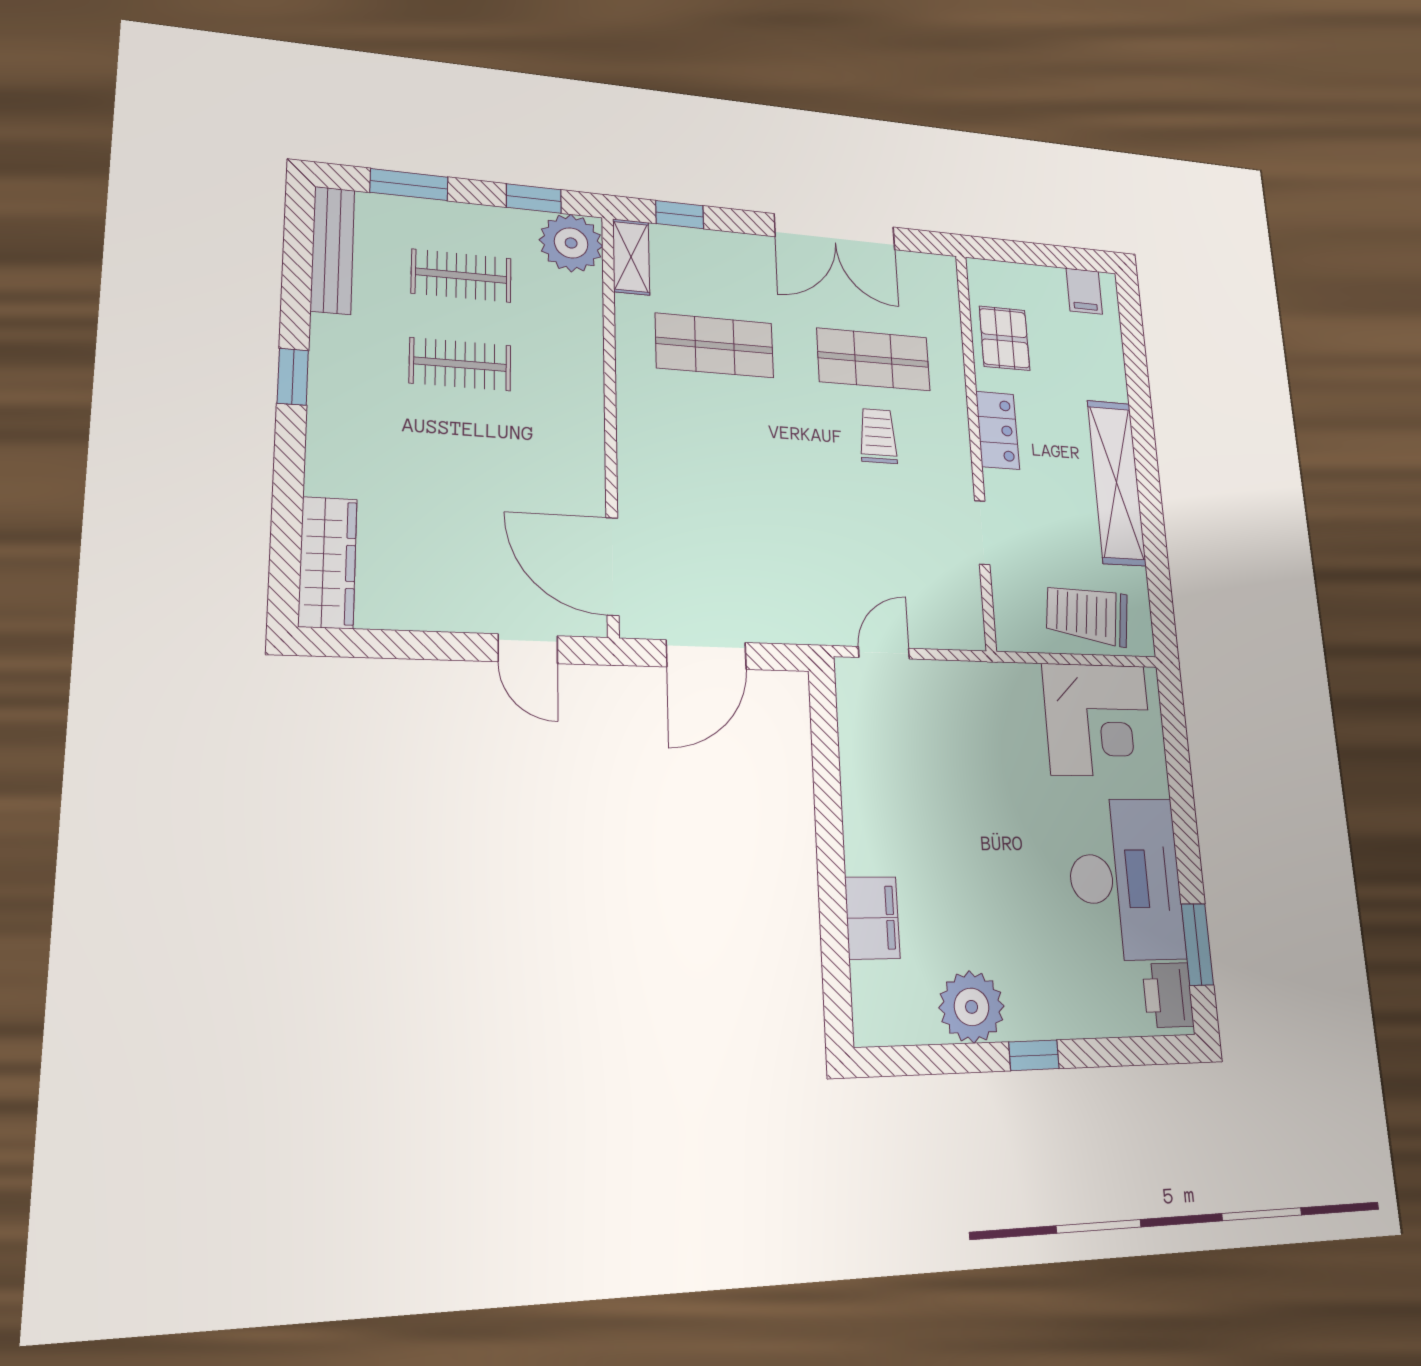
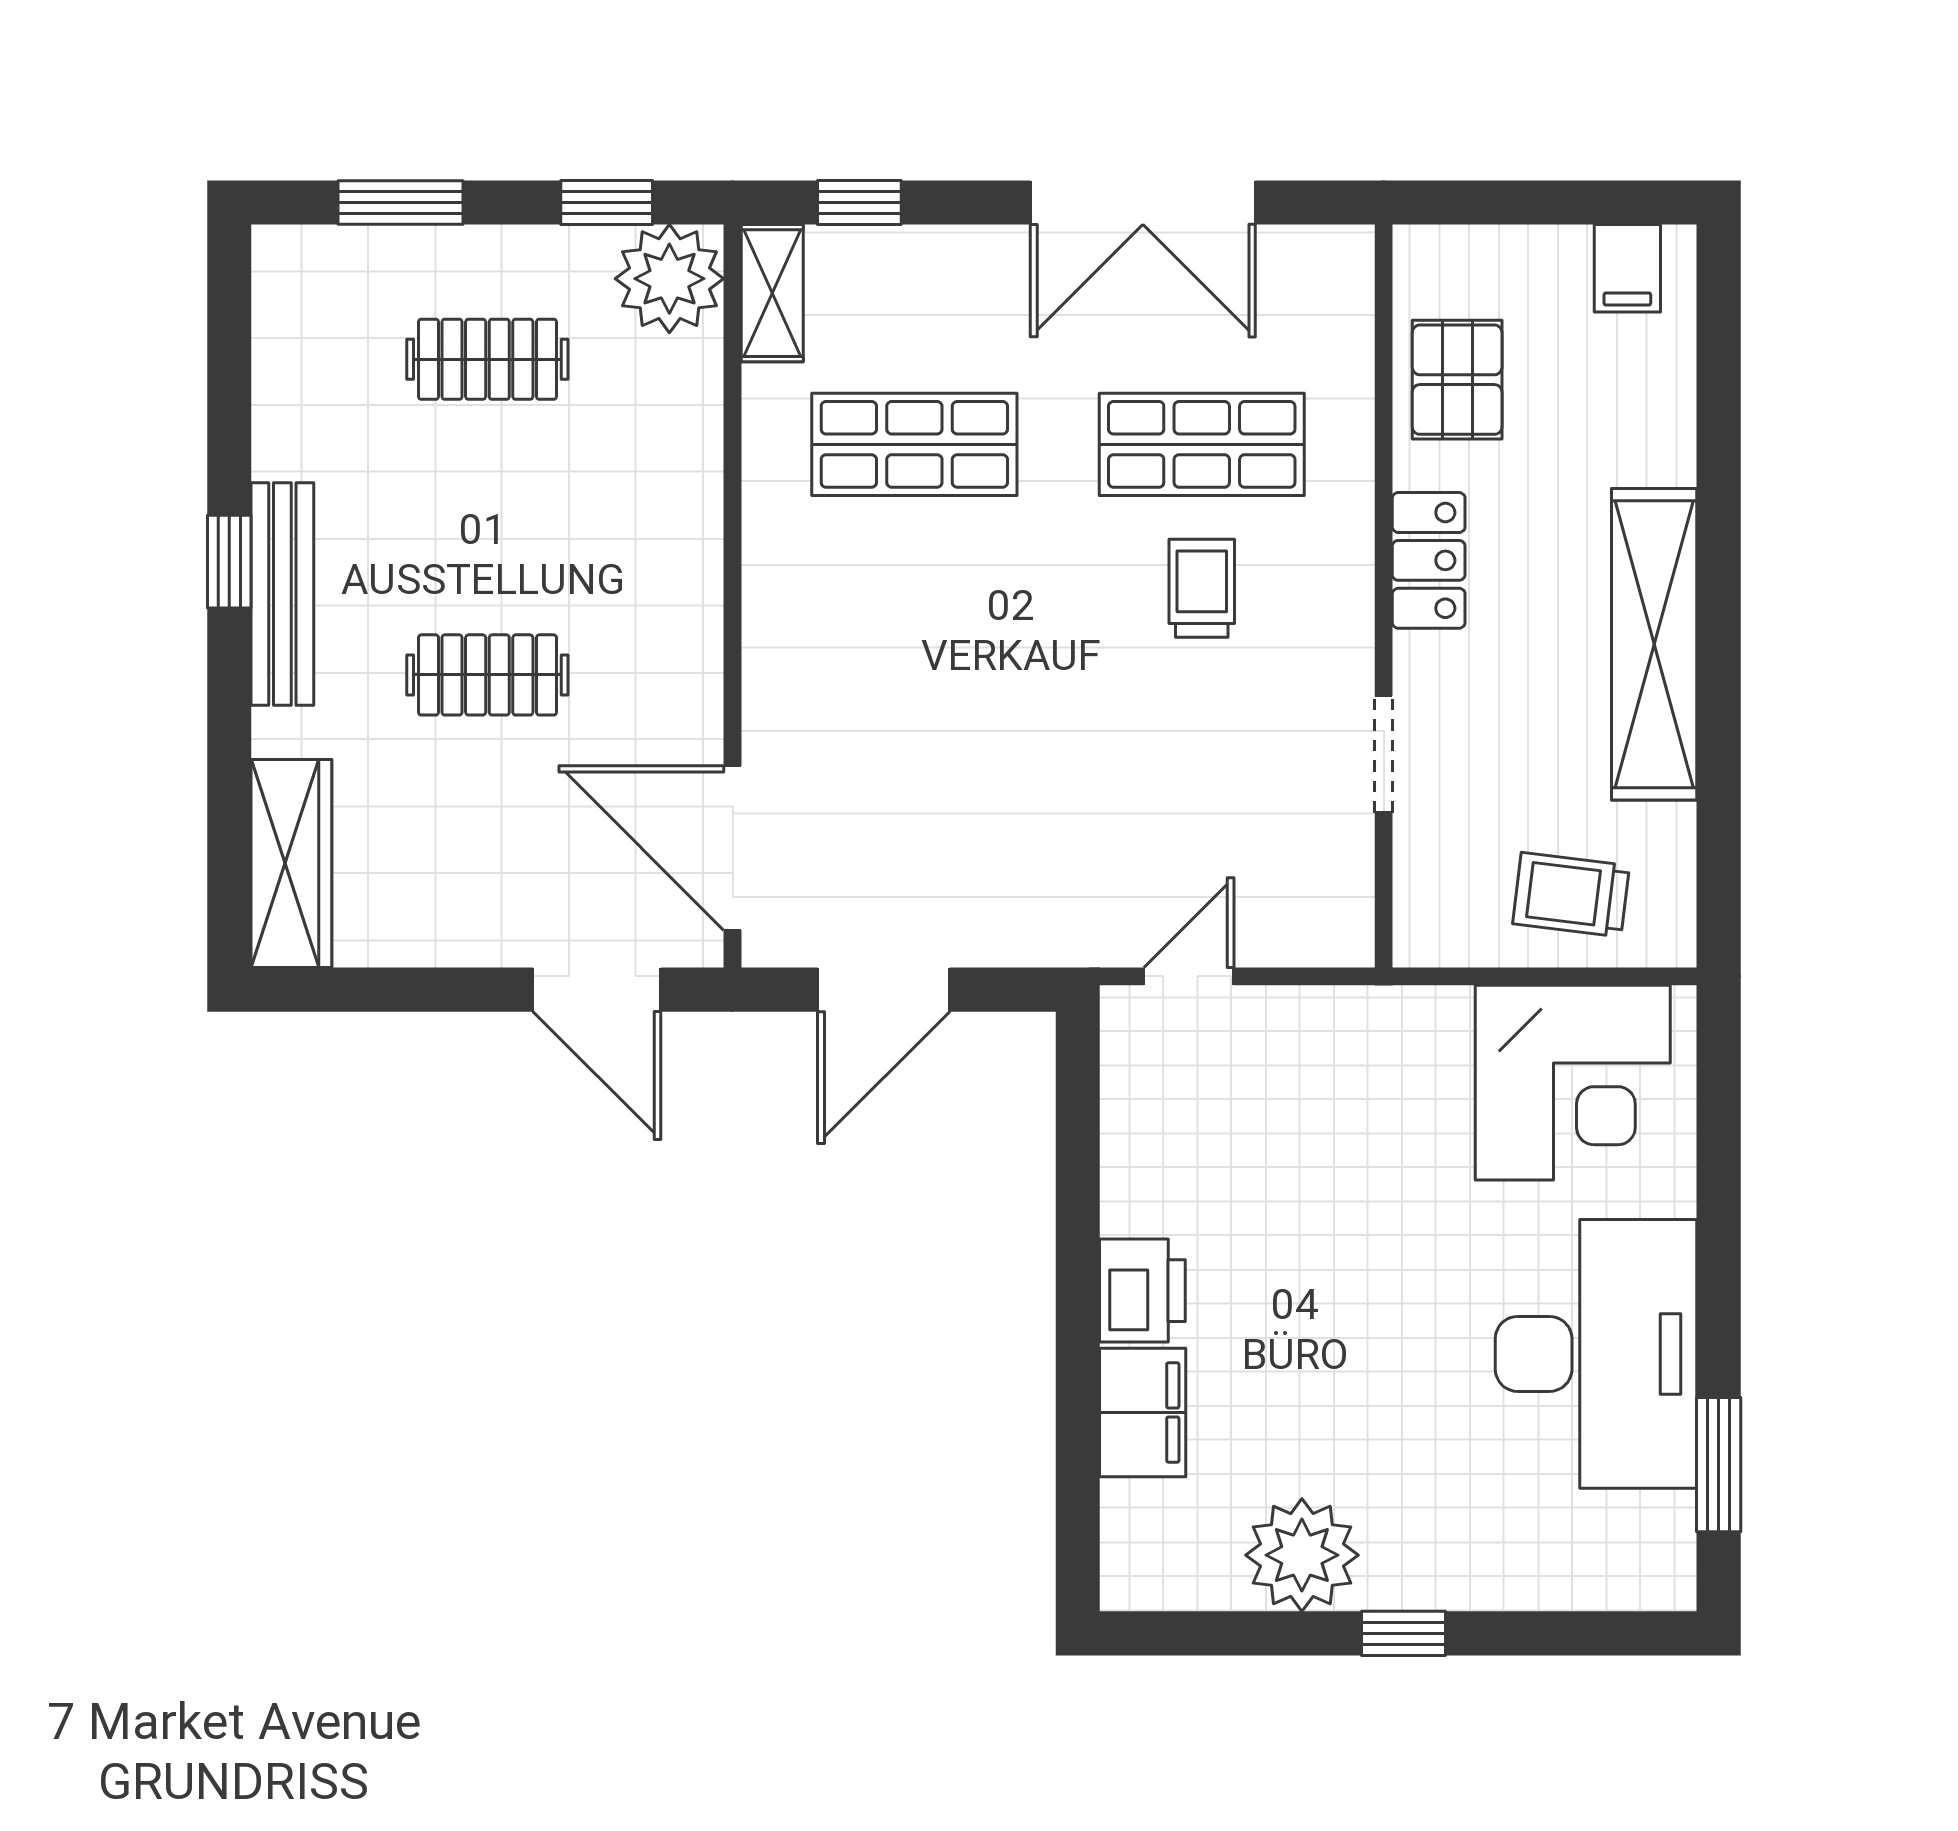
bench: (333, 250) -> (282, 594), moved
clothes rail: (460, 364) -> (487, 675), moved
trolley: (1087, 615) -> (1571, 895), width x0.73, depth x0.72
door: (528, 649) -> (597, 990), width x1.38
printer: (1168, 995) -> (1142, 1291), moved, turned 180

